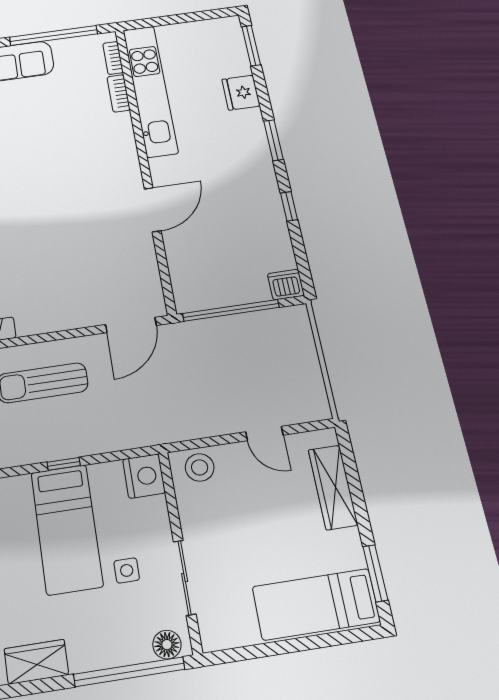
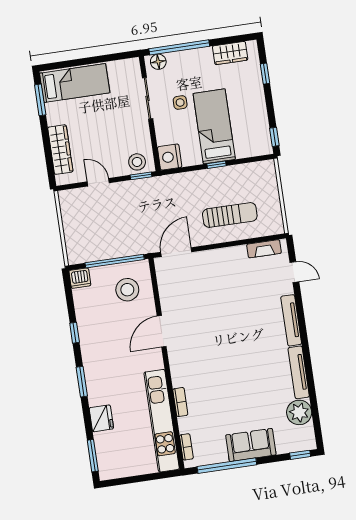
bookcase: (119, 93) -> (180, 402), moved
stool: (209, 268) -> (127, 290), added
window: (192, 444) -> (141, 176), added

